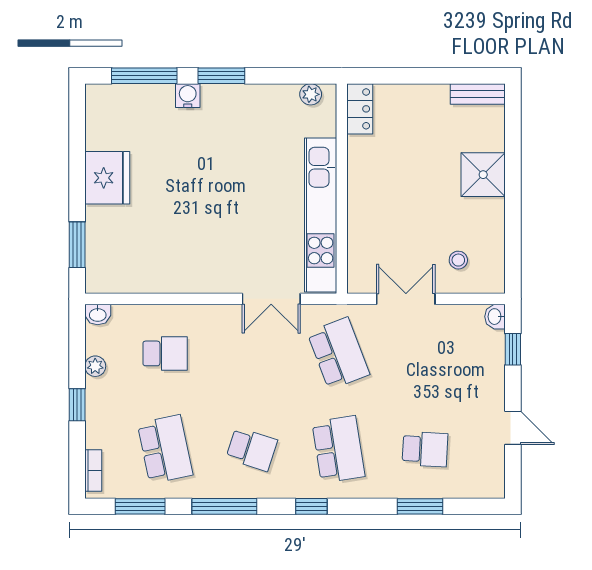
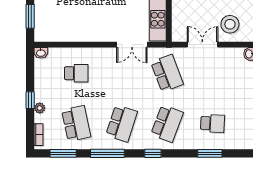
stool: (458, 260) -> (230, 24), width x1.89, depth x1.89
plant: (95, 366) -> (40, 108), moved
school desk: (252, 449) -> (122, 123), width x1.85
school desk: (338, 449) -> (167, 123), turned 30

